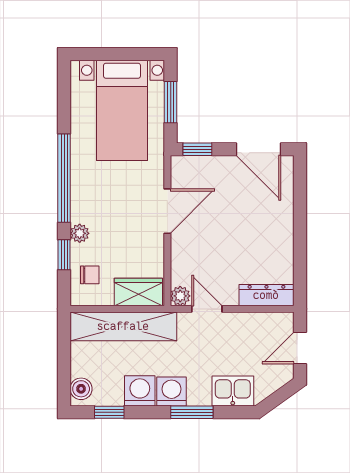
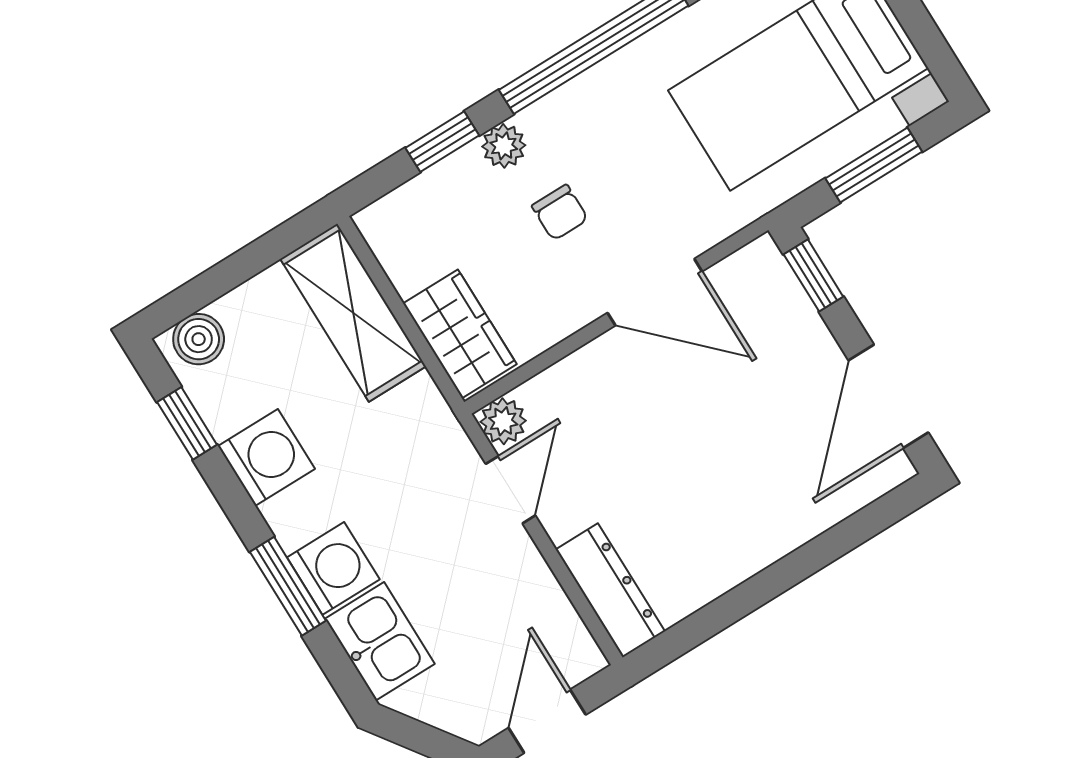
chair: (90, 275) -> (560, 212), moved
shelving: (123, 326) -> (353, 313), width x0.68
door: (300, 348) -> (547, 721), hinge flipped
washing machine: (171, 392) -> (333, 568), moved

